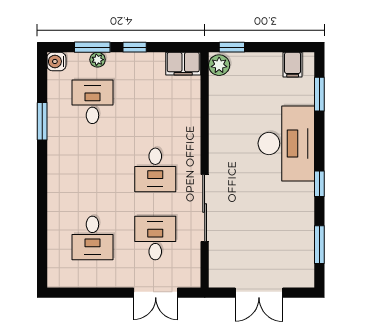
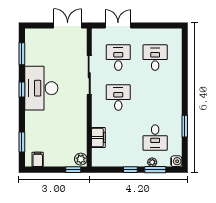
filing cabinet: (183, 64) -> (98, 137), moved, turned 90
desk: (286, 143) -> (41, 88), moved
desk: (155, 238) -> (118, 58), turned 180
double door: (259, 293) -> (68, 26), moved

